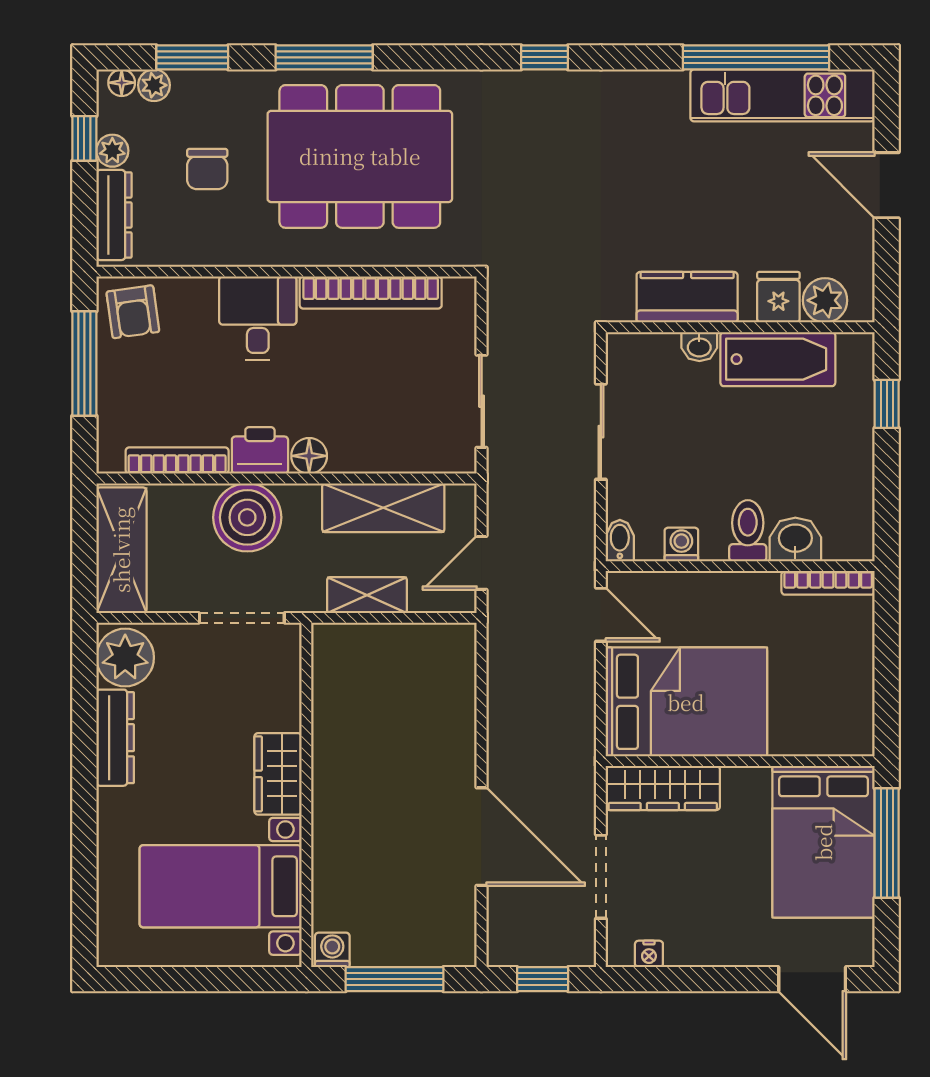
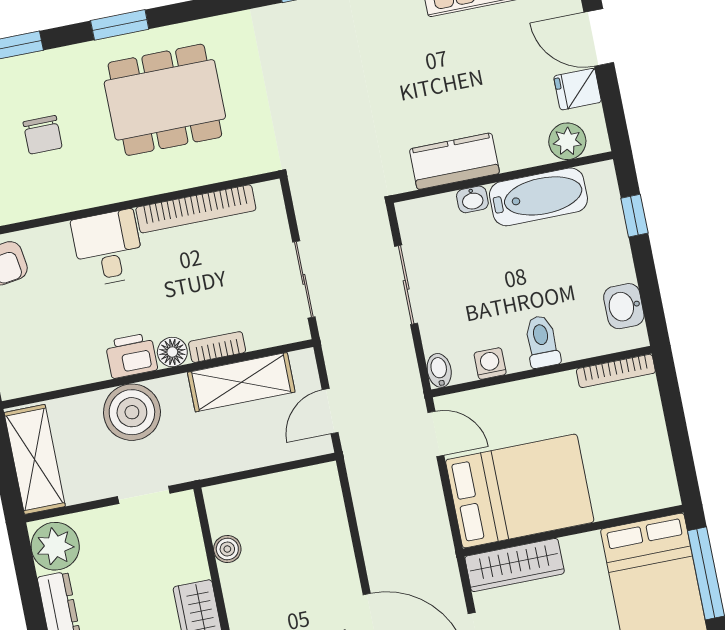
window: (324, 57) -> (120, 25), width x0.69
dining table: (360, 156) -> (165, 100), width x0.73, depth x0.80
fridge: (778, 297) -> (578, 89), moved, turned -90
bookcase: (177, 461) -> (217, 347), moved, width x0.64
washbasin: (795, 539) -> (624, 306), moved, turned -90
shelving: (367, 595) -> (242, 456), removed
doorway: (242, 618) -> (144, 495), width x0.73
boiler: (328, 701) -> (227, 549), added

